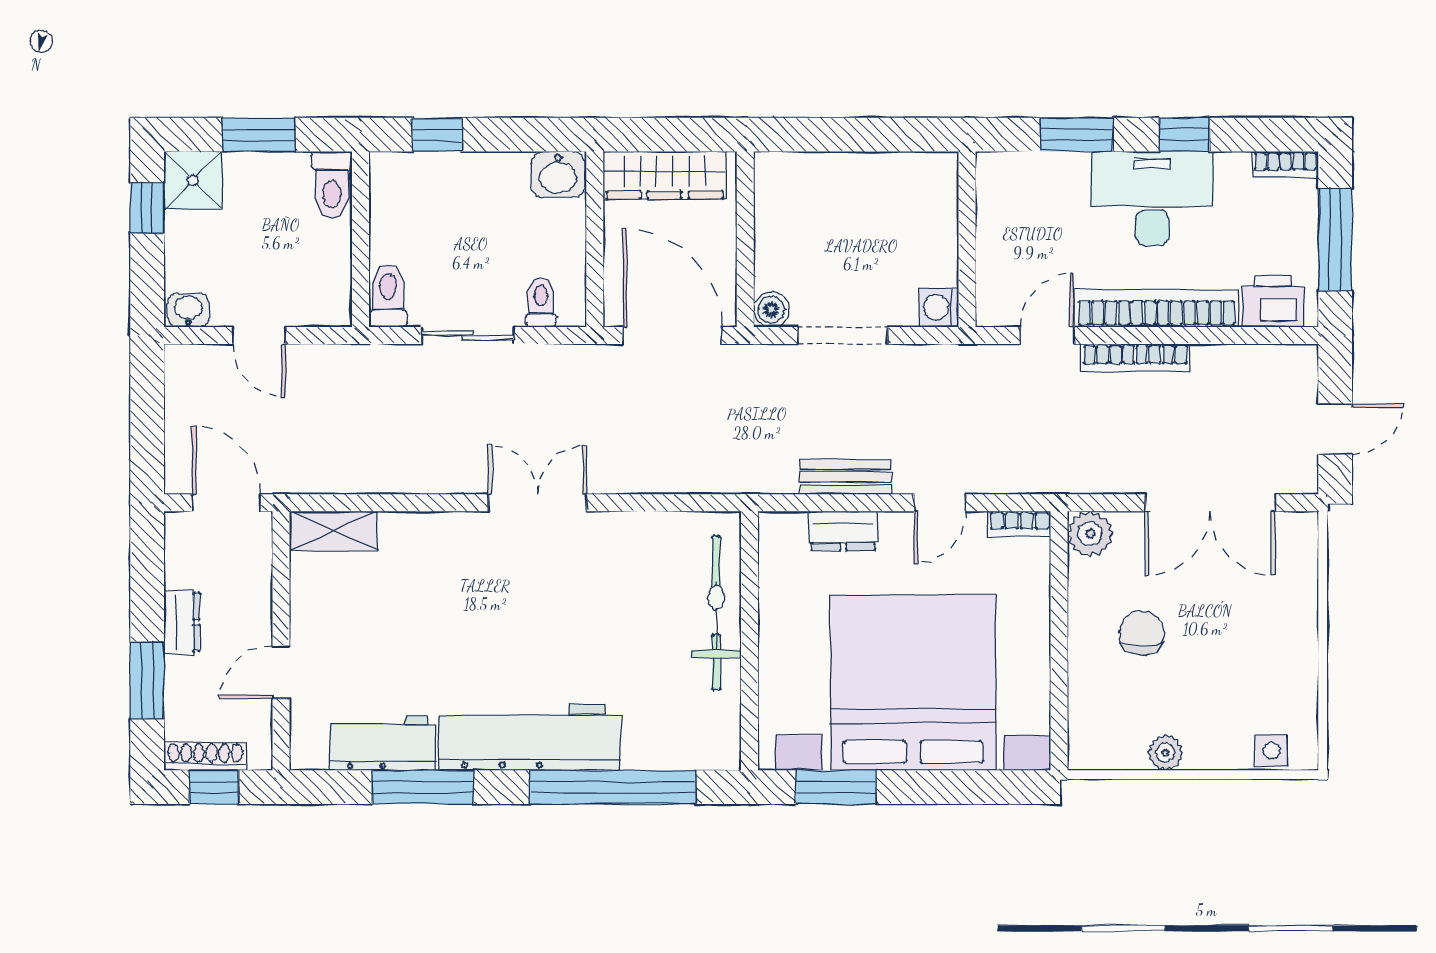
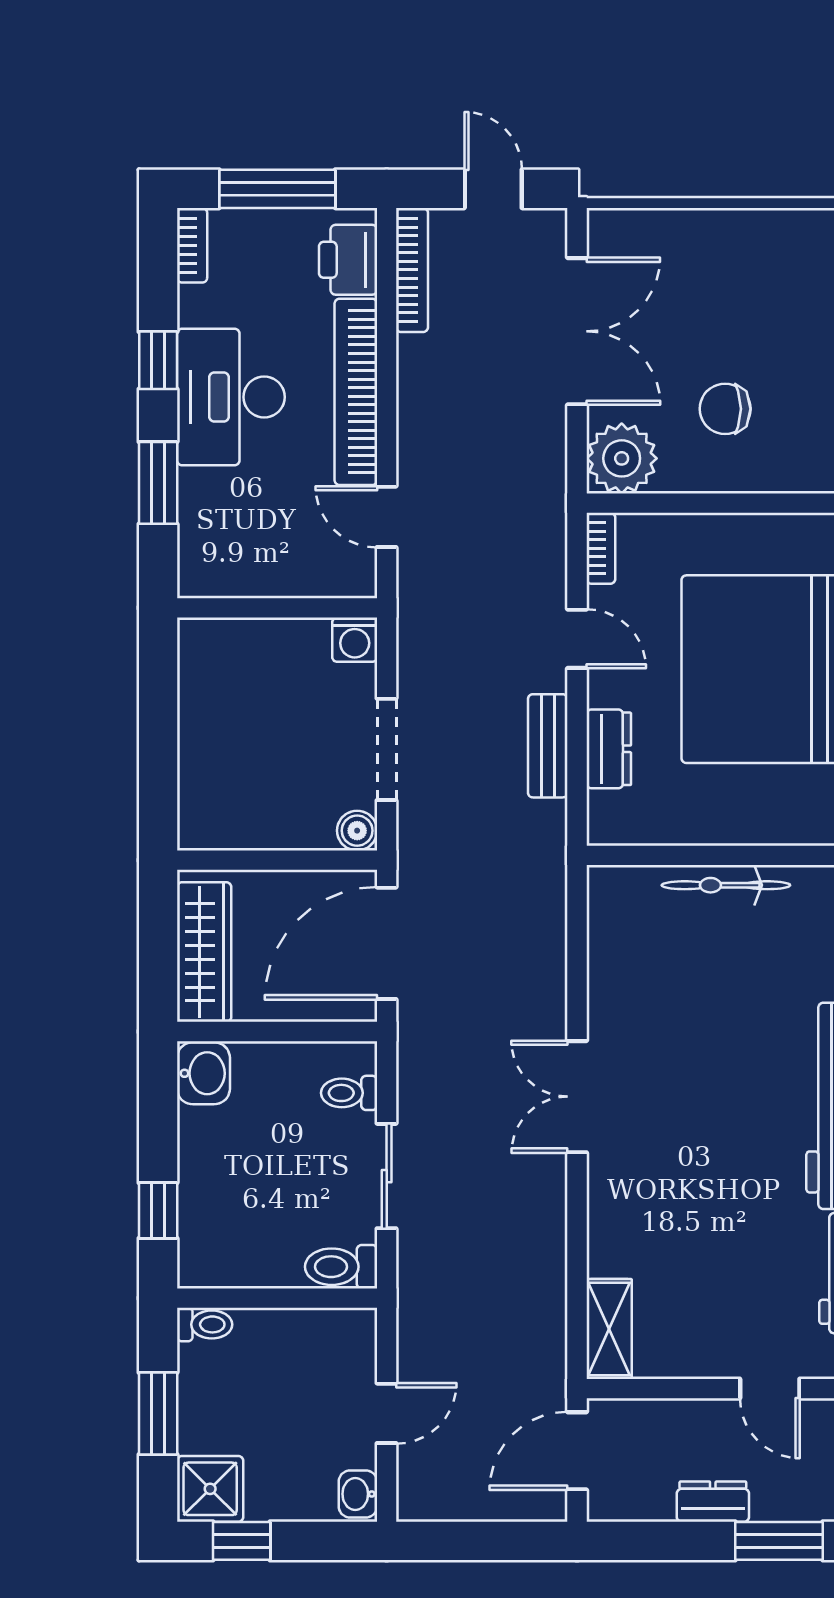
toilet: (332, 185) -> (205, 1324), width x0.73, depth x0.72
bookcase: (1135, 358) -> (412, 270), moved
plant: (1090, 534) -> (622, 458), width x1.36, depth x1.36
bicycle: (716, 613) -> (726, 885), width x0.73, depth x0.71

